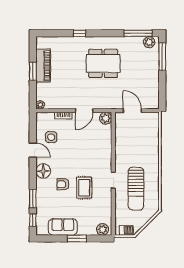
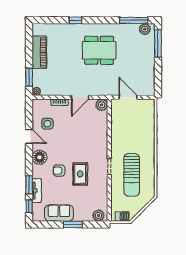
window: (33, 71) -> (29, 77), moved
tv unit: (41, 204) -> (37, 191), added

